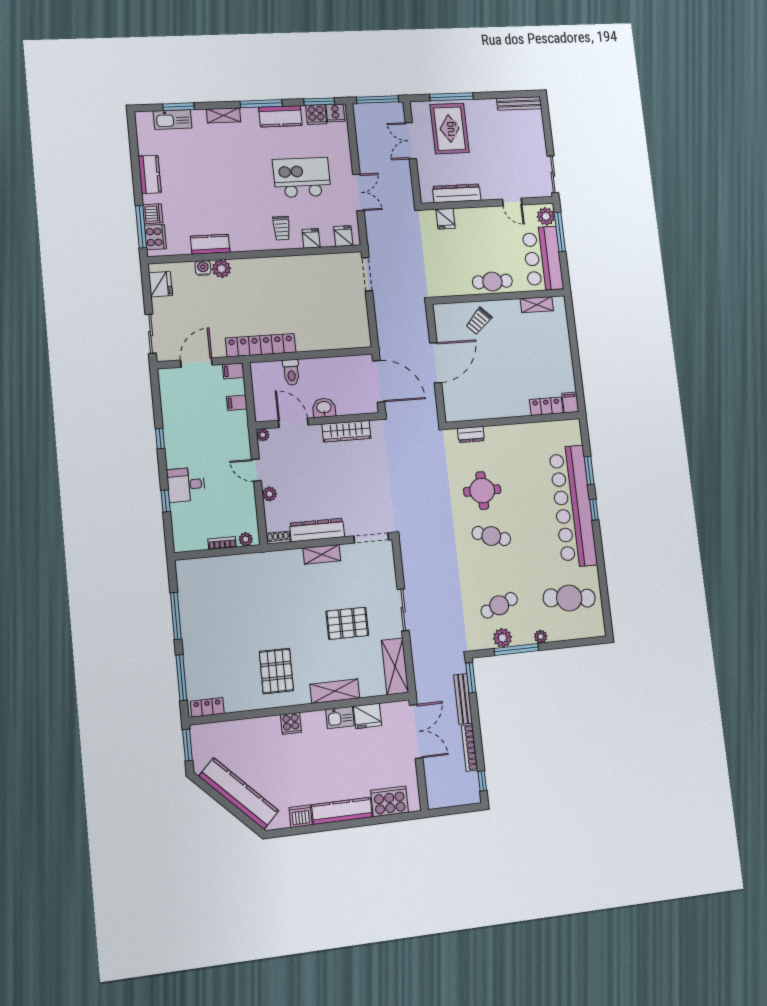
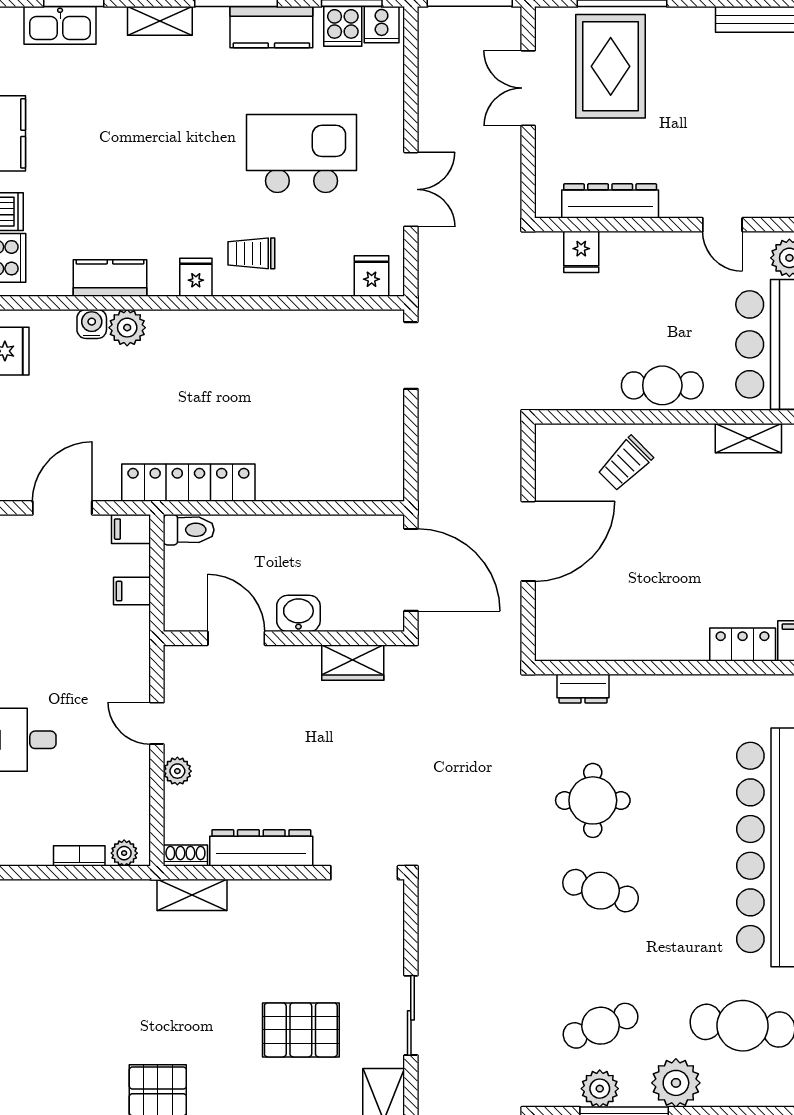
trolley: (282, 228) -> (251, 253), turned 90
fridge: (311, 238) -> (196, 277), moved
toilet: (291, 372) -> (189, 530), moved, turned -90
wardrobe: (346, 431) -> (353, 663), width x0.67
plant: (263, 435) -> (176, 657), removed
shelving: (322, 554) -> (192, 895), moved
plant: (541, 637) -> (676, 1083), width x1.87, depth x1.87

